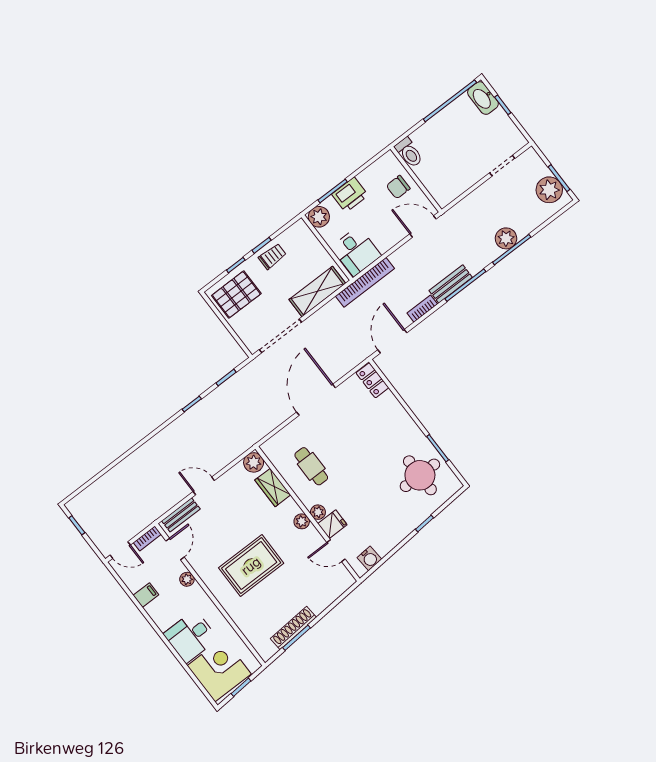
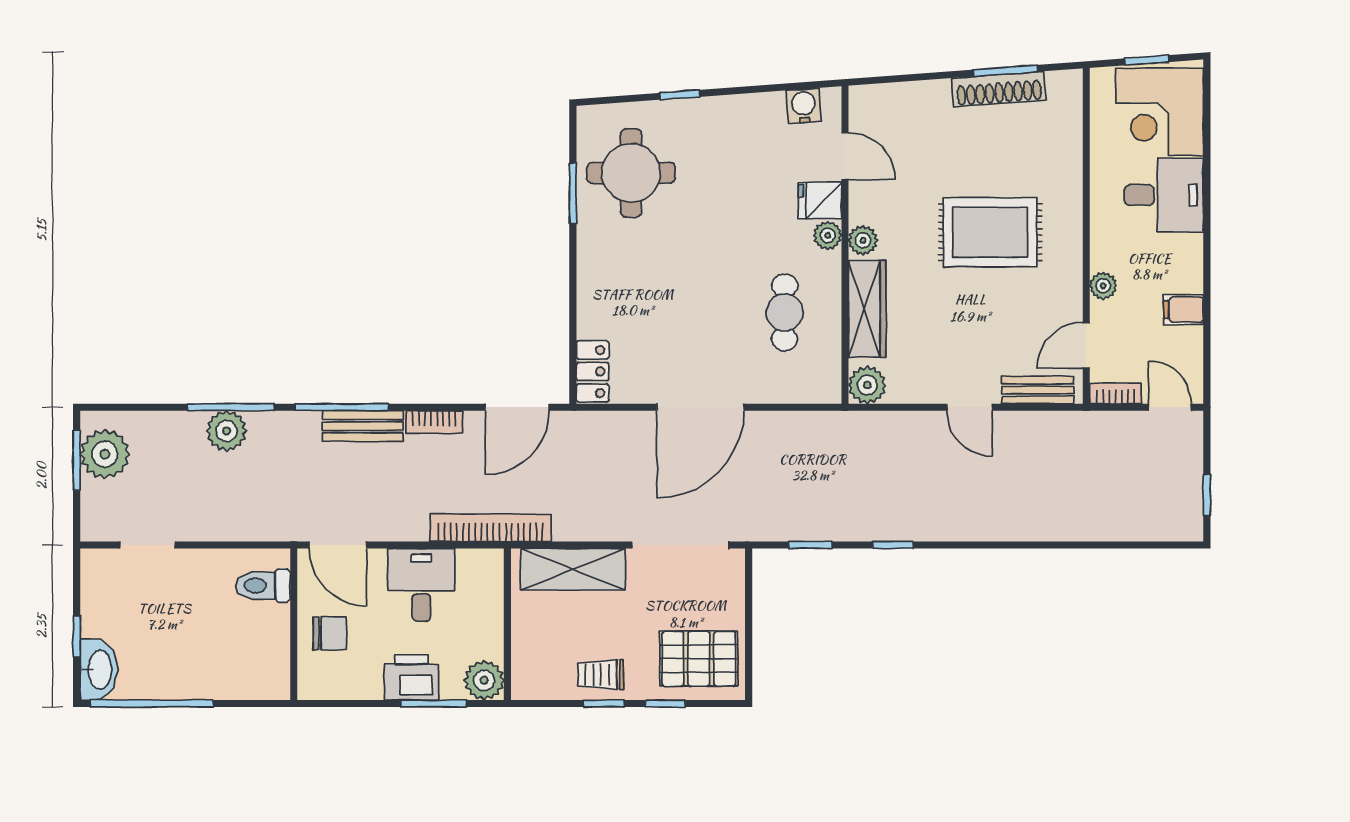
toilet: (409, 153) -> (263, 586), moved, turned -90
desk: (356, 251) -> (421, 585), moved
wardrobe: (273, 487) -> (867, 309), width x1.50

